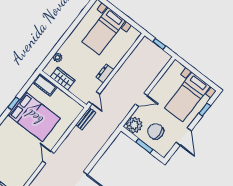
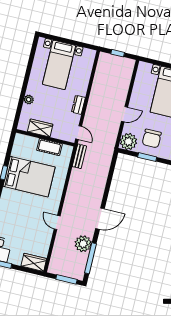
plant: (58, 57) -> (29, 100), moved
cot: (45, 85) -> (49, 147), moved
chair: (155, 131) -> (152, 138), turned -90
door: (48, 157) -> (57, 222), moved

